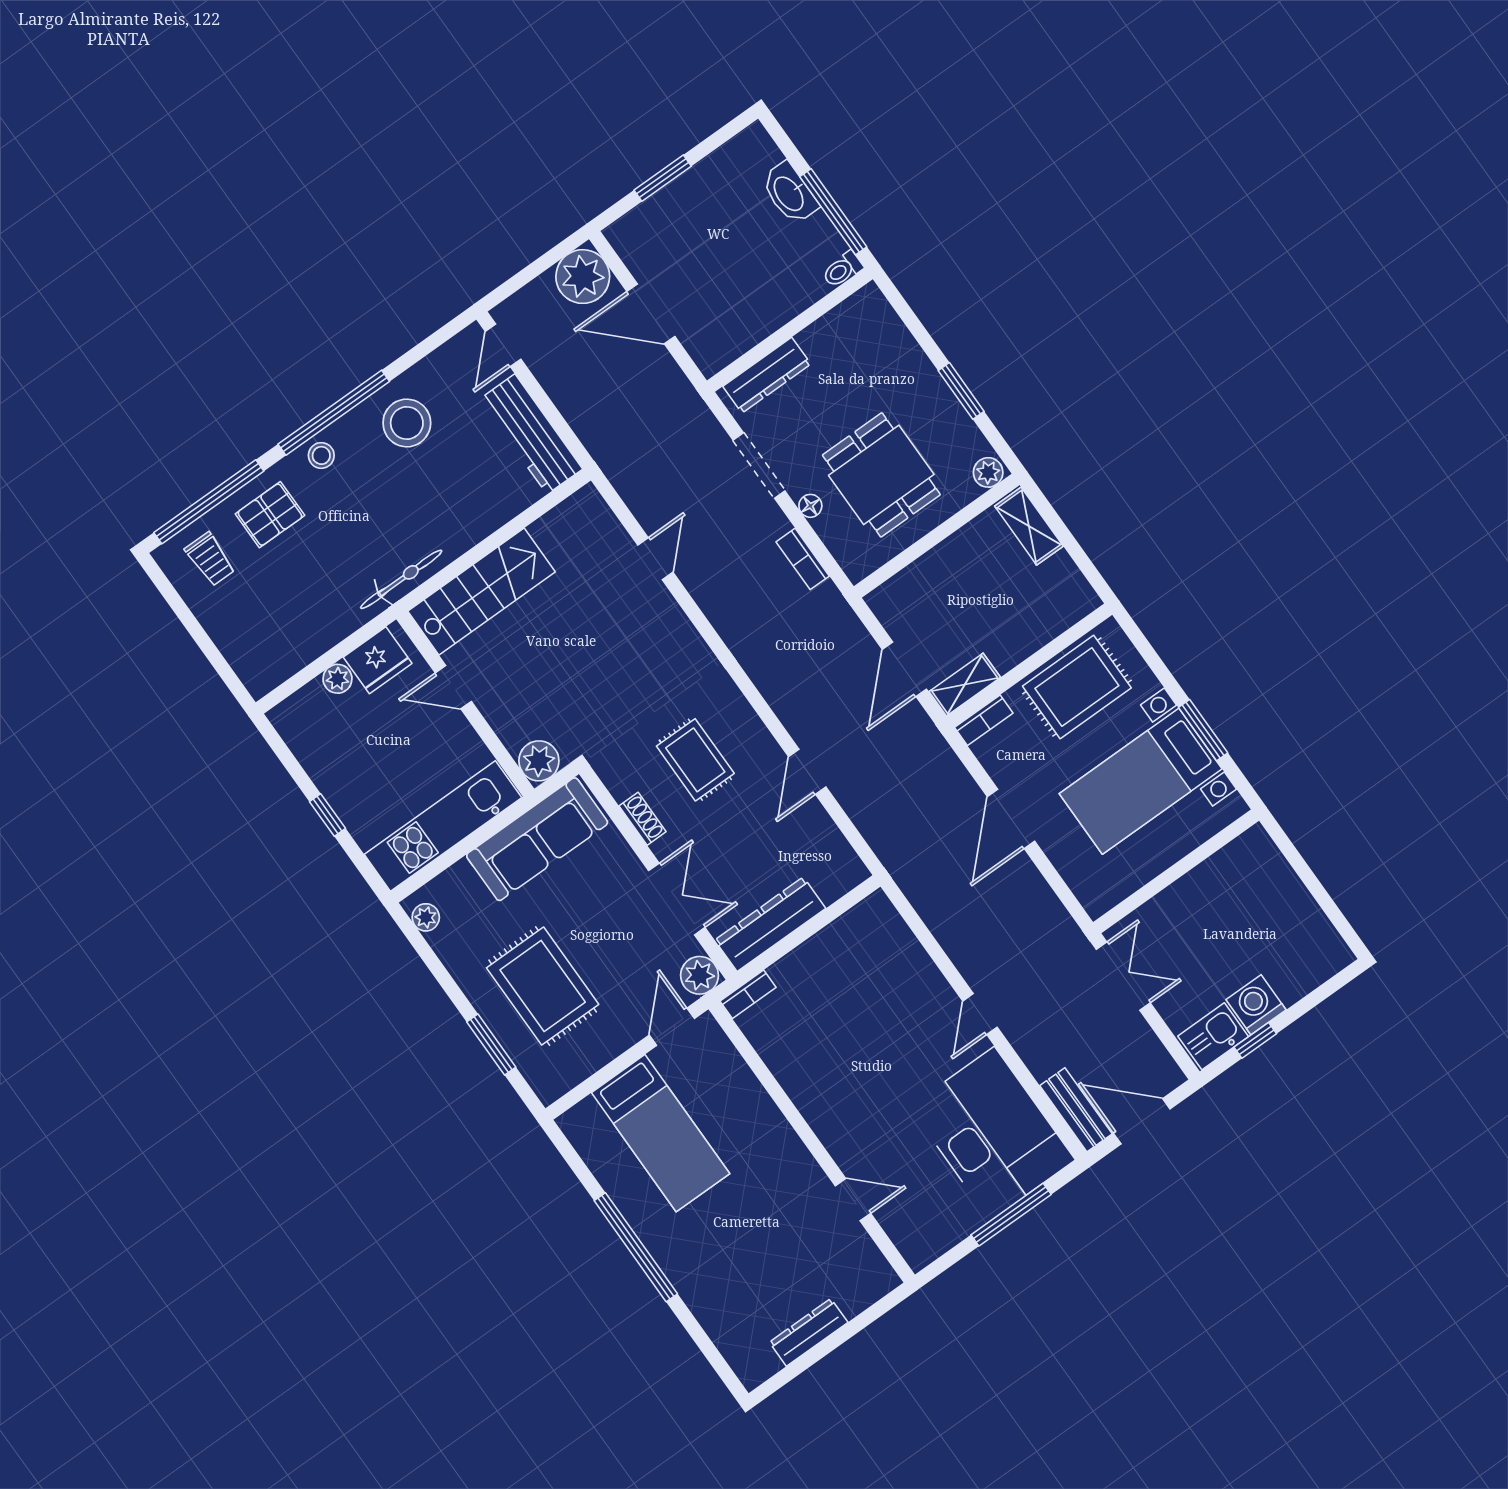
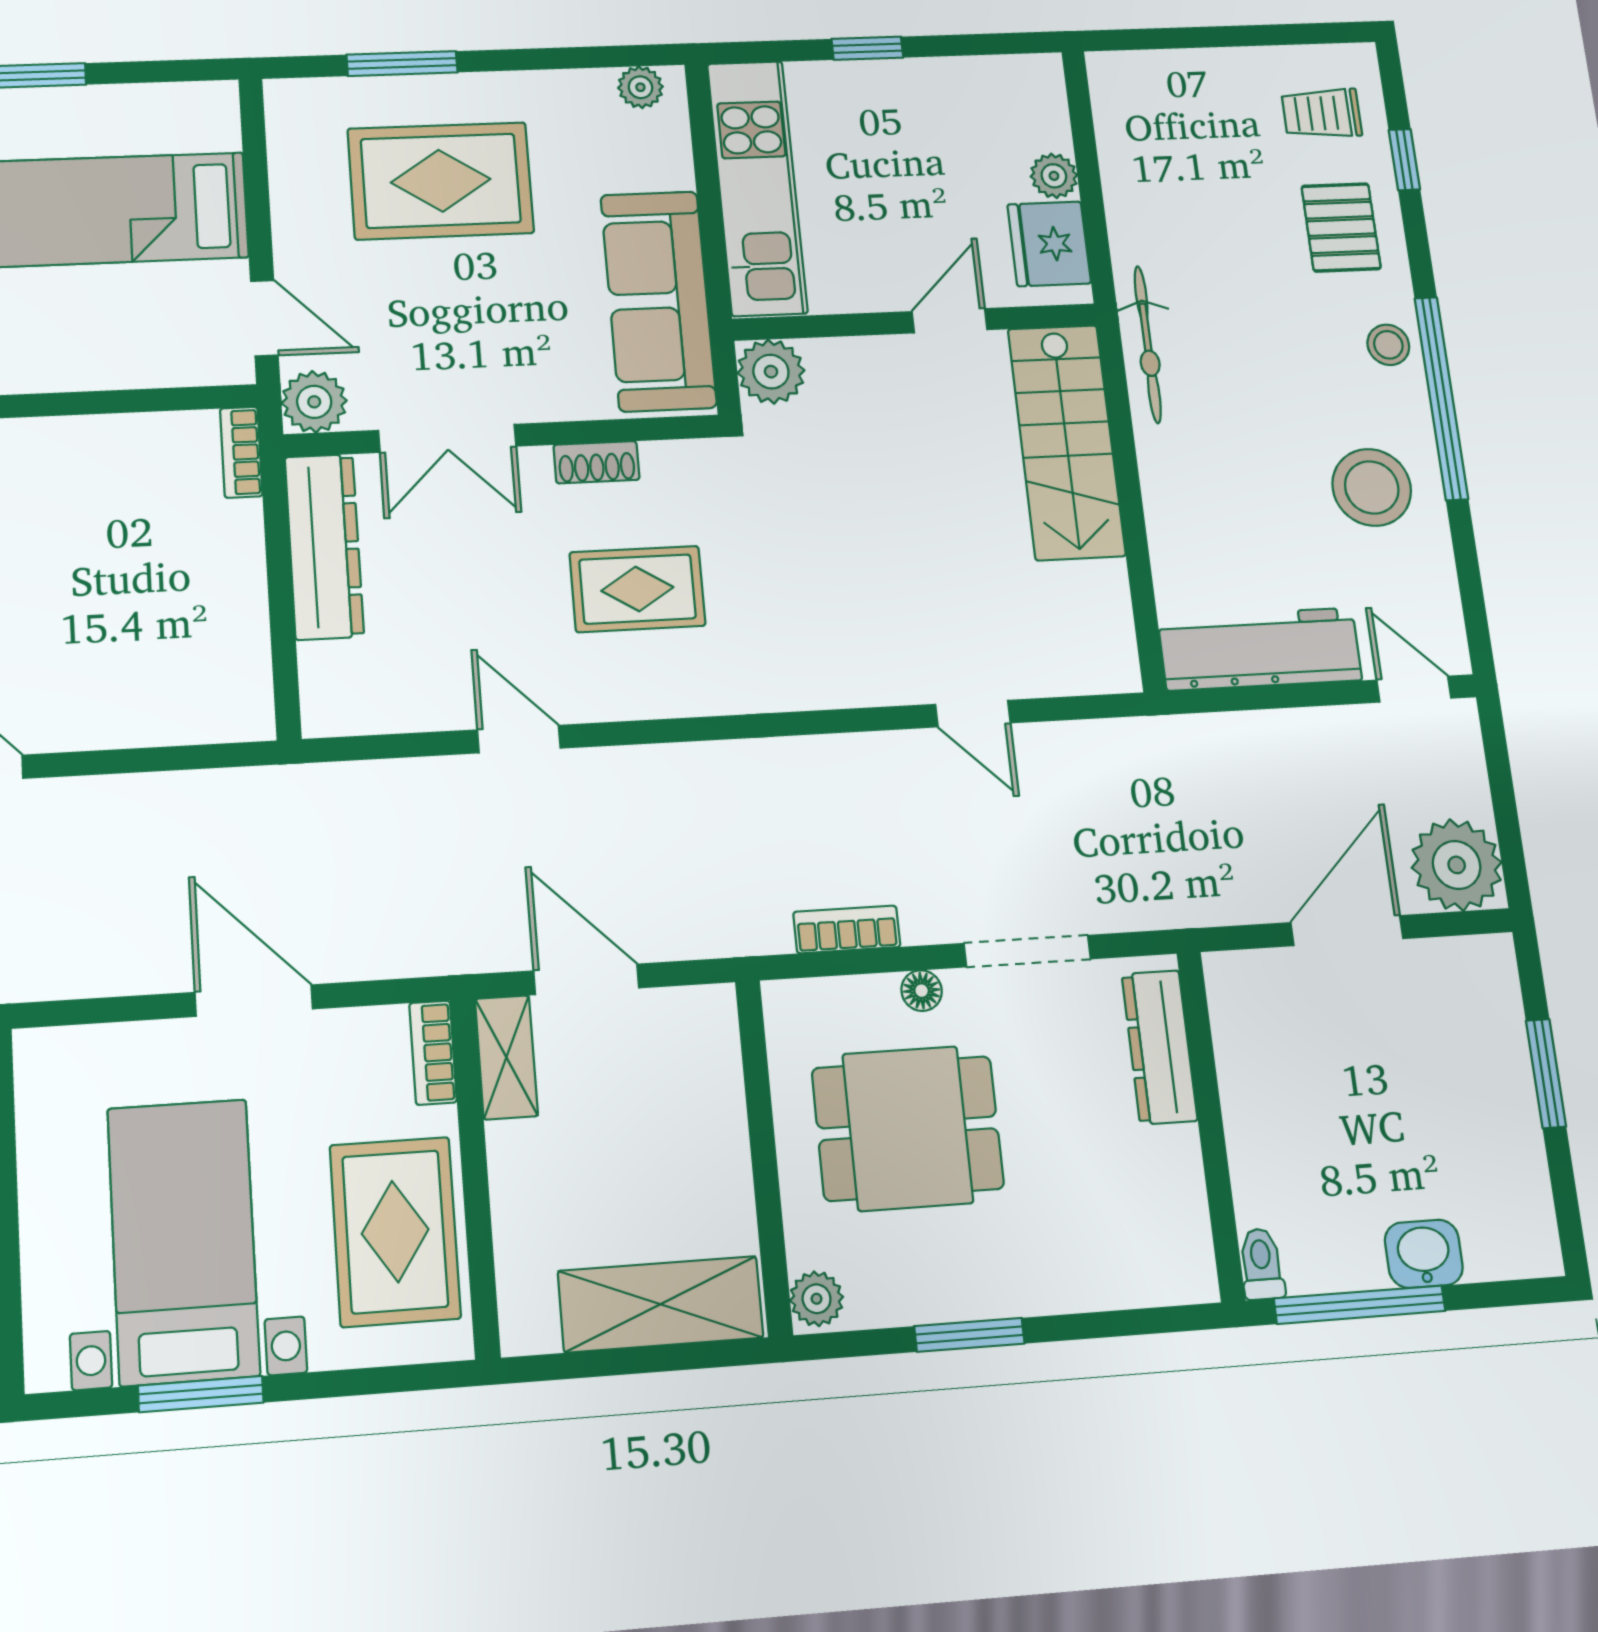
washbasin: (789, 193) -> (1424, 1254), width x0.72
window: (209, 502) -> (1404, 160), width x0.32
shelving: (1029, 526) -> (661, 1304), width x1.50, depth x1.33

